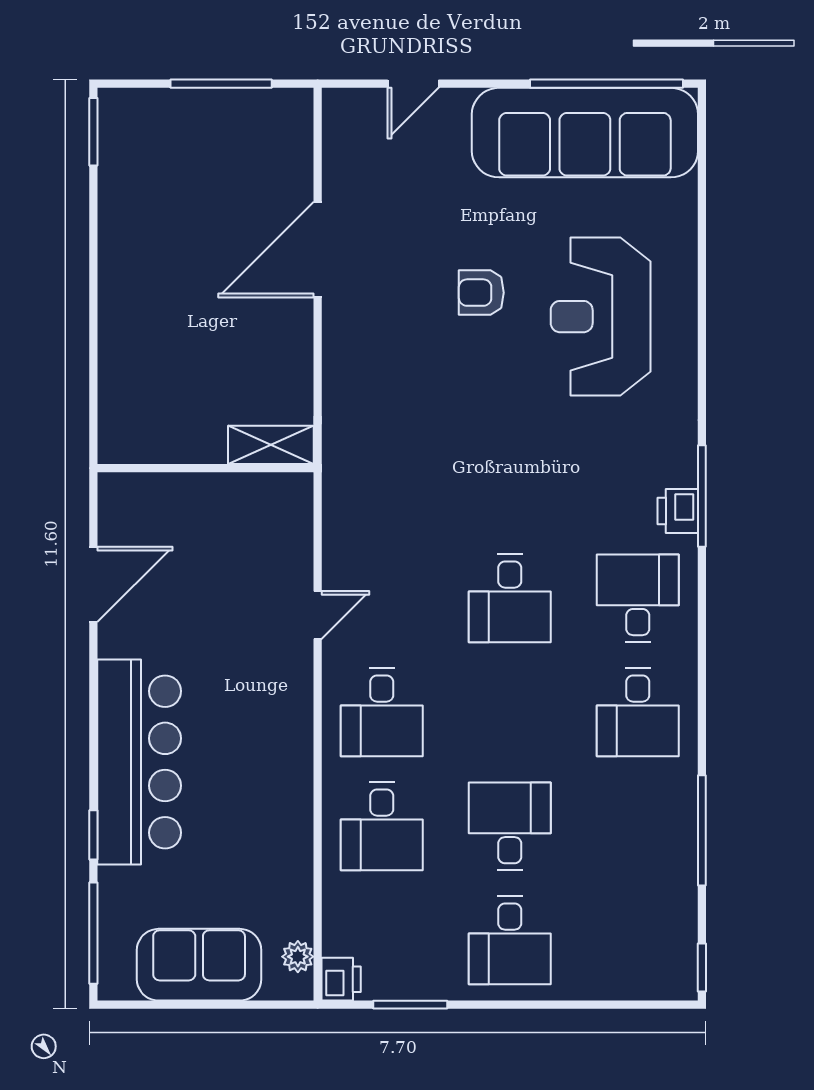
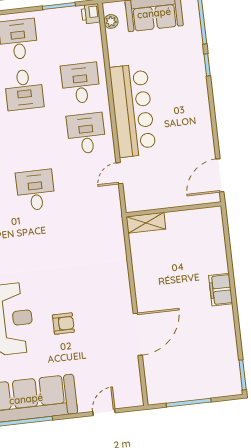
filing cabinet: (121, 328) -> (221, 290), added
shelving: (271, 445) -> (146, 223), moved
wall: (205, 468) -> (174, 209), moved
bar counter: (139, 762) -> (133, 110), moved, turned 180

